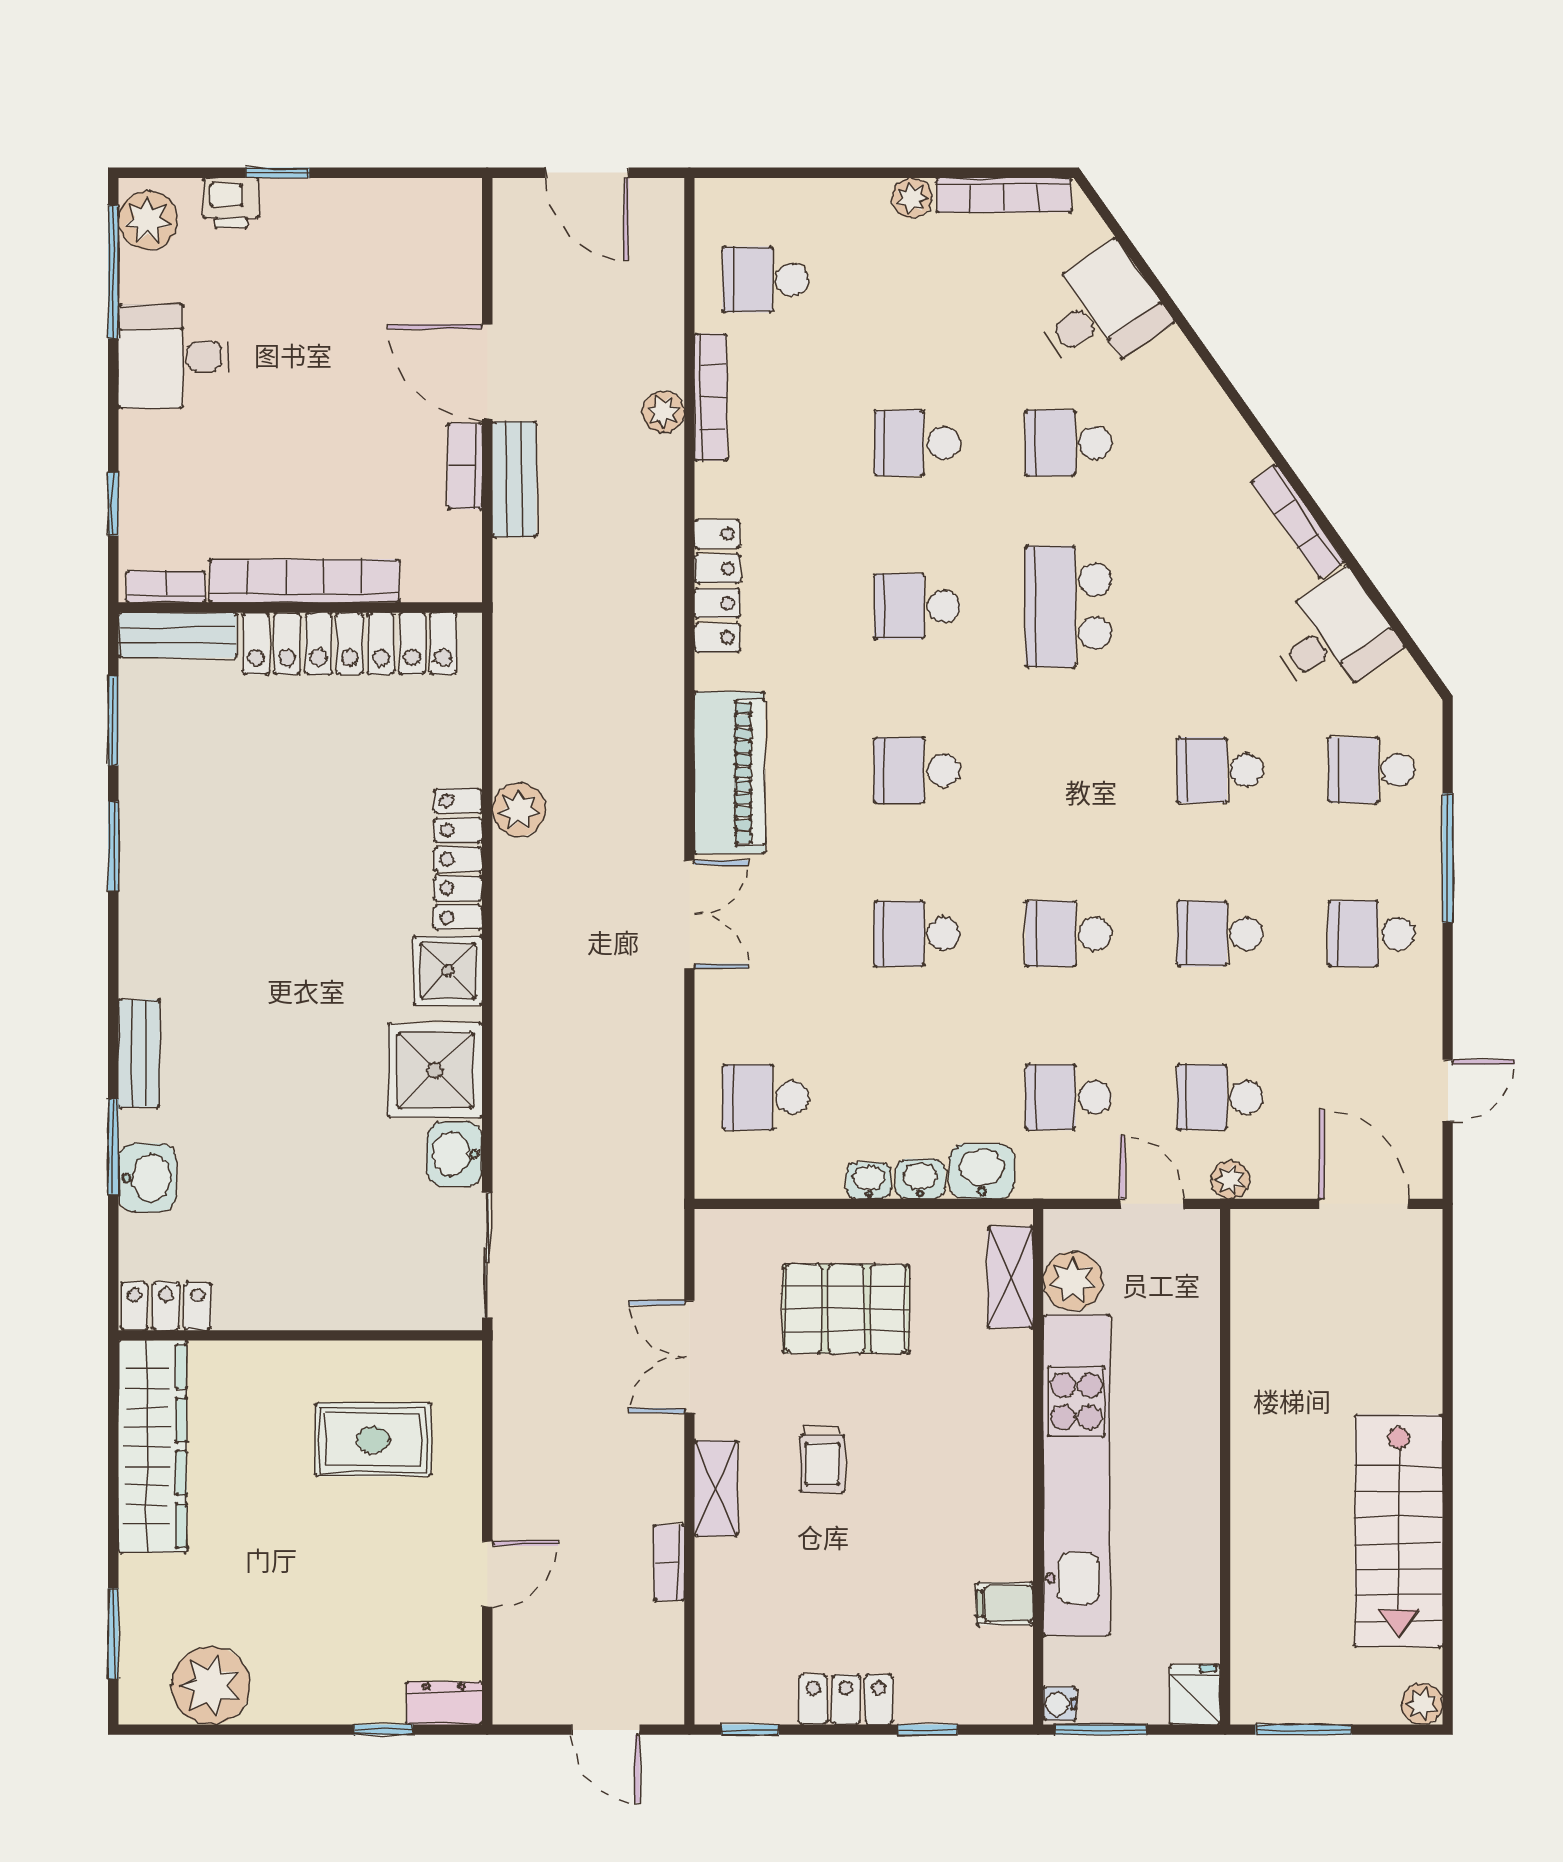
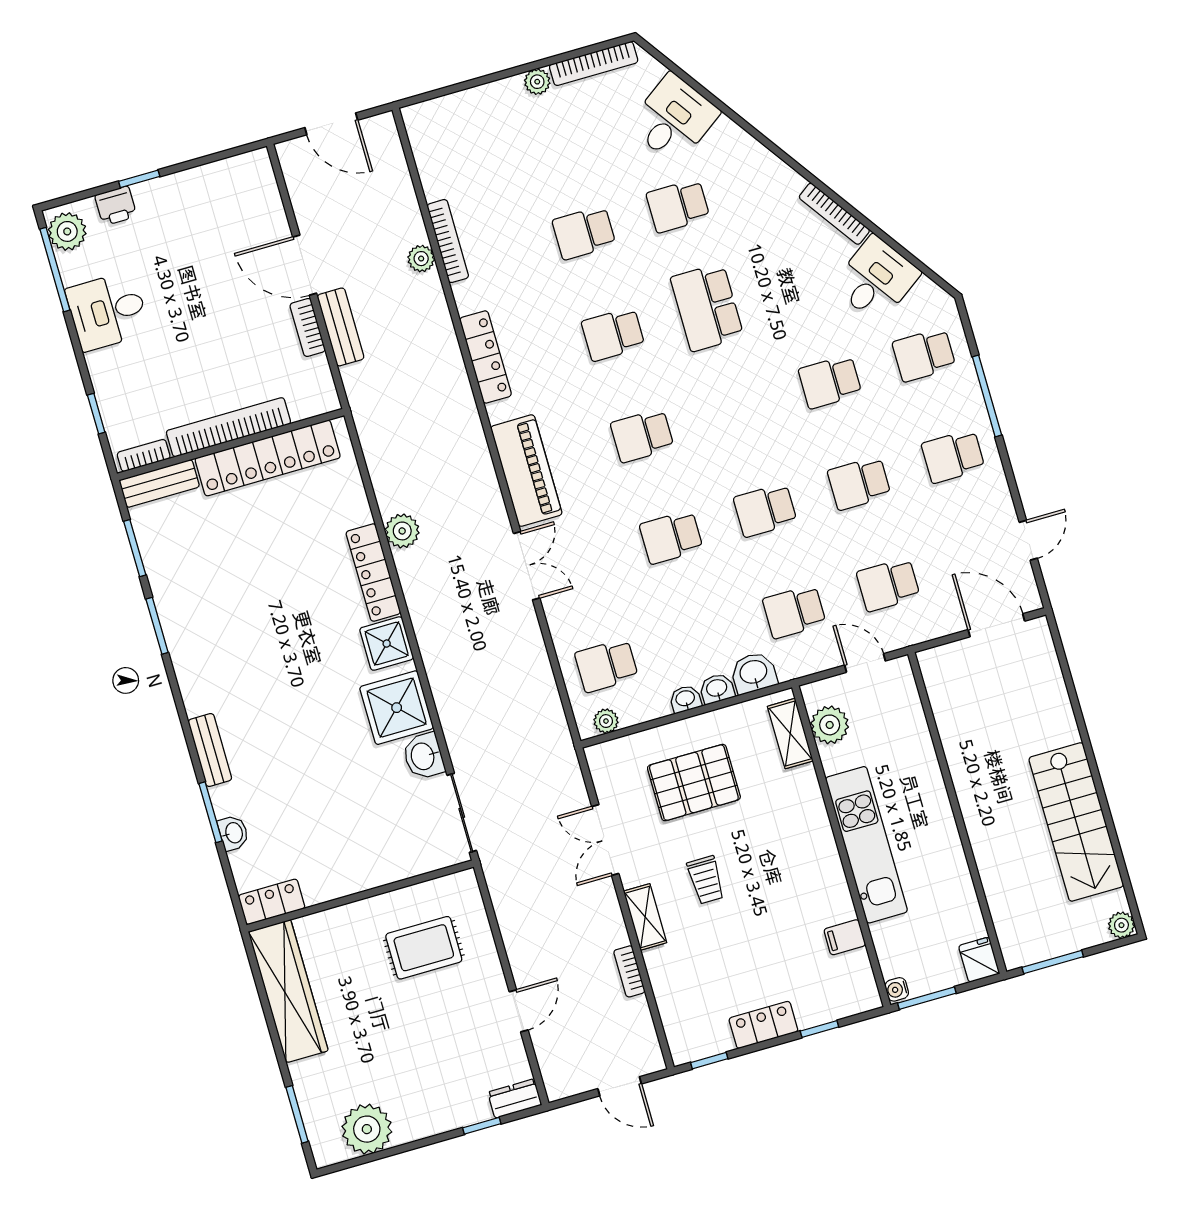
school desk: (766, 279) -> (461, 158), removed
washbasin: (147, 1178) -> (233, 833), width x0.72, depth x0.69
plant: (1230, 1180) -> (606, 721), moved
kitchen unit: (1076, 1475) -> (866, 845), width x0.73

